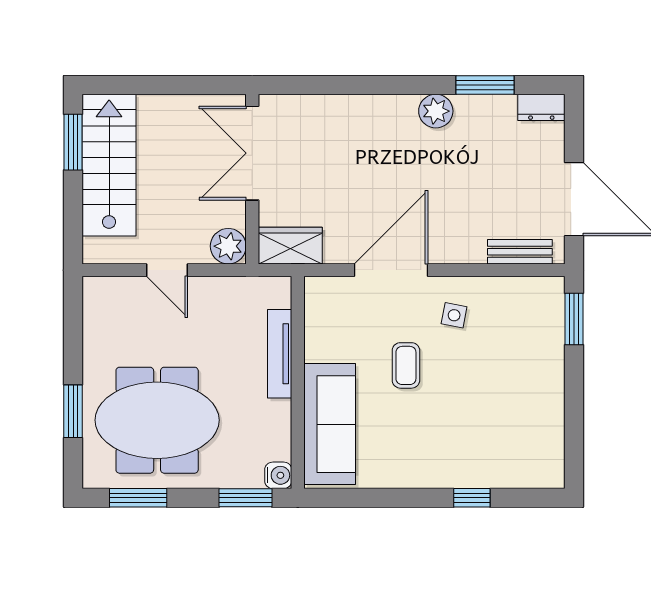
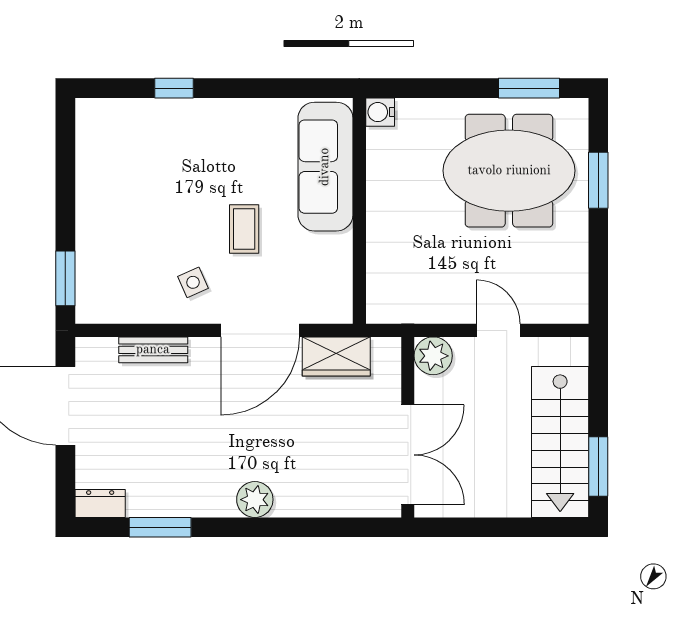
plant: (436, 111) -> (255, 500), moved
wardrobe: (290, 246) -> (336, 356), moved
bench: (520, 252) -> (153, 350), moved
side table: (454, 315) -> (193, 282), turned -35
tv unit: (280, 354) -> (379, 241), removed
window: (245, 498) -> (415, 88), removed

